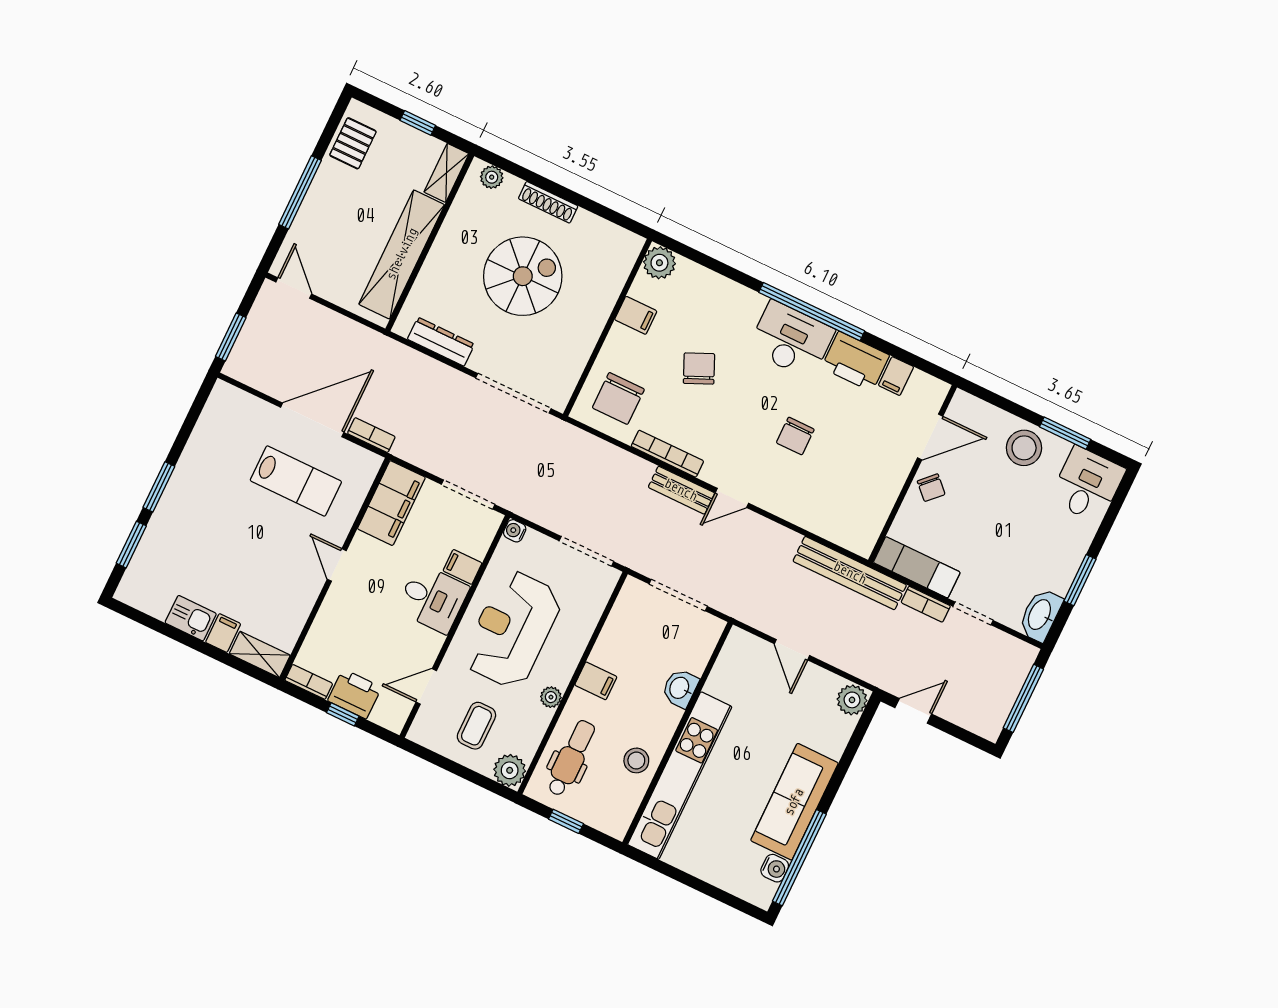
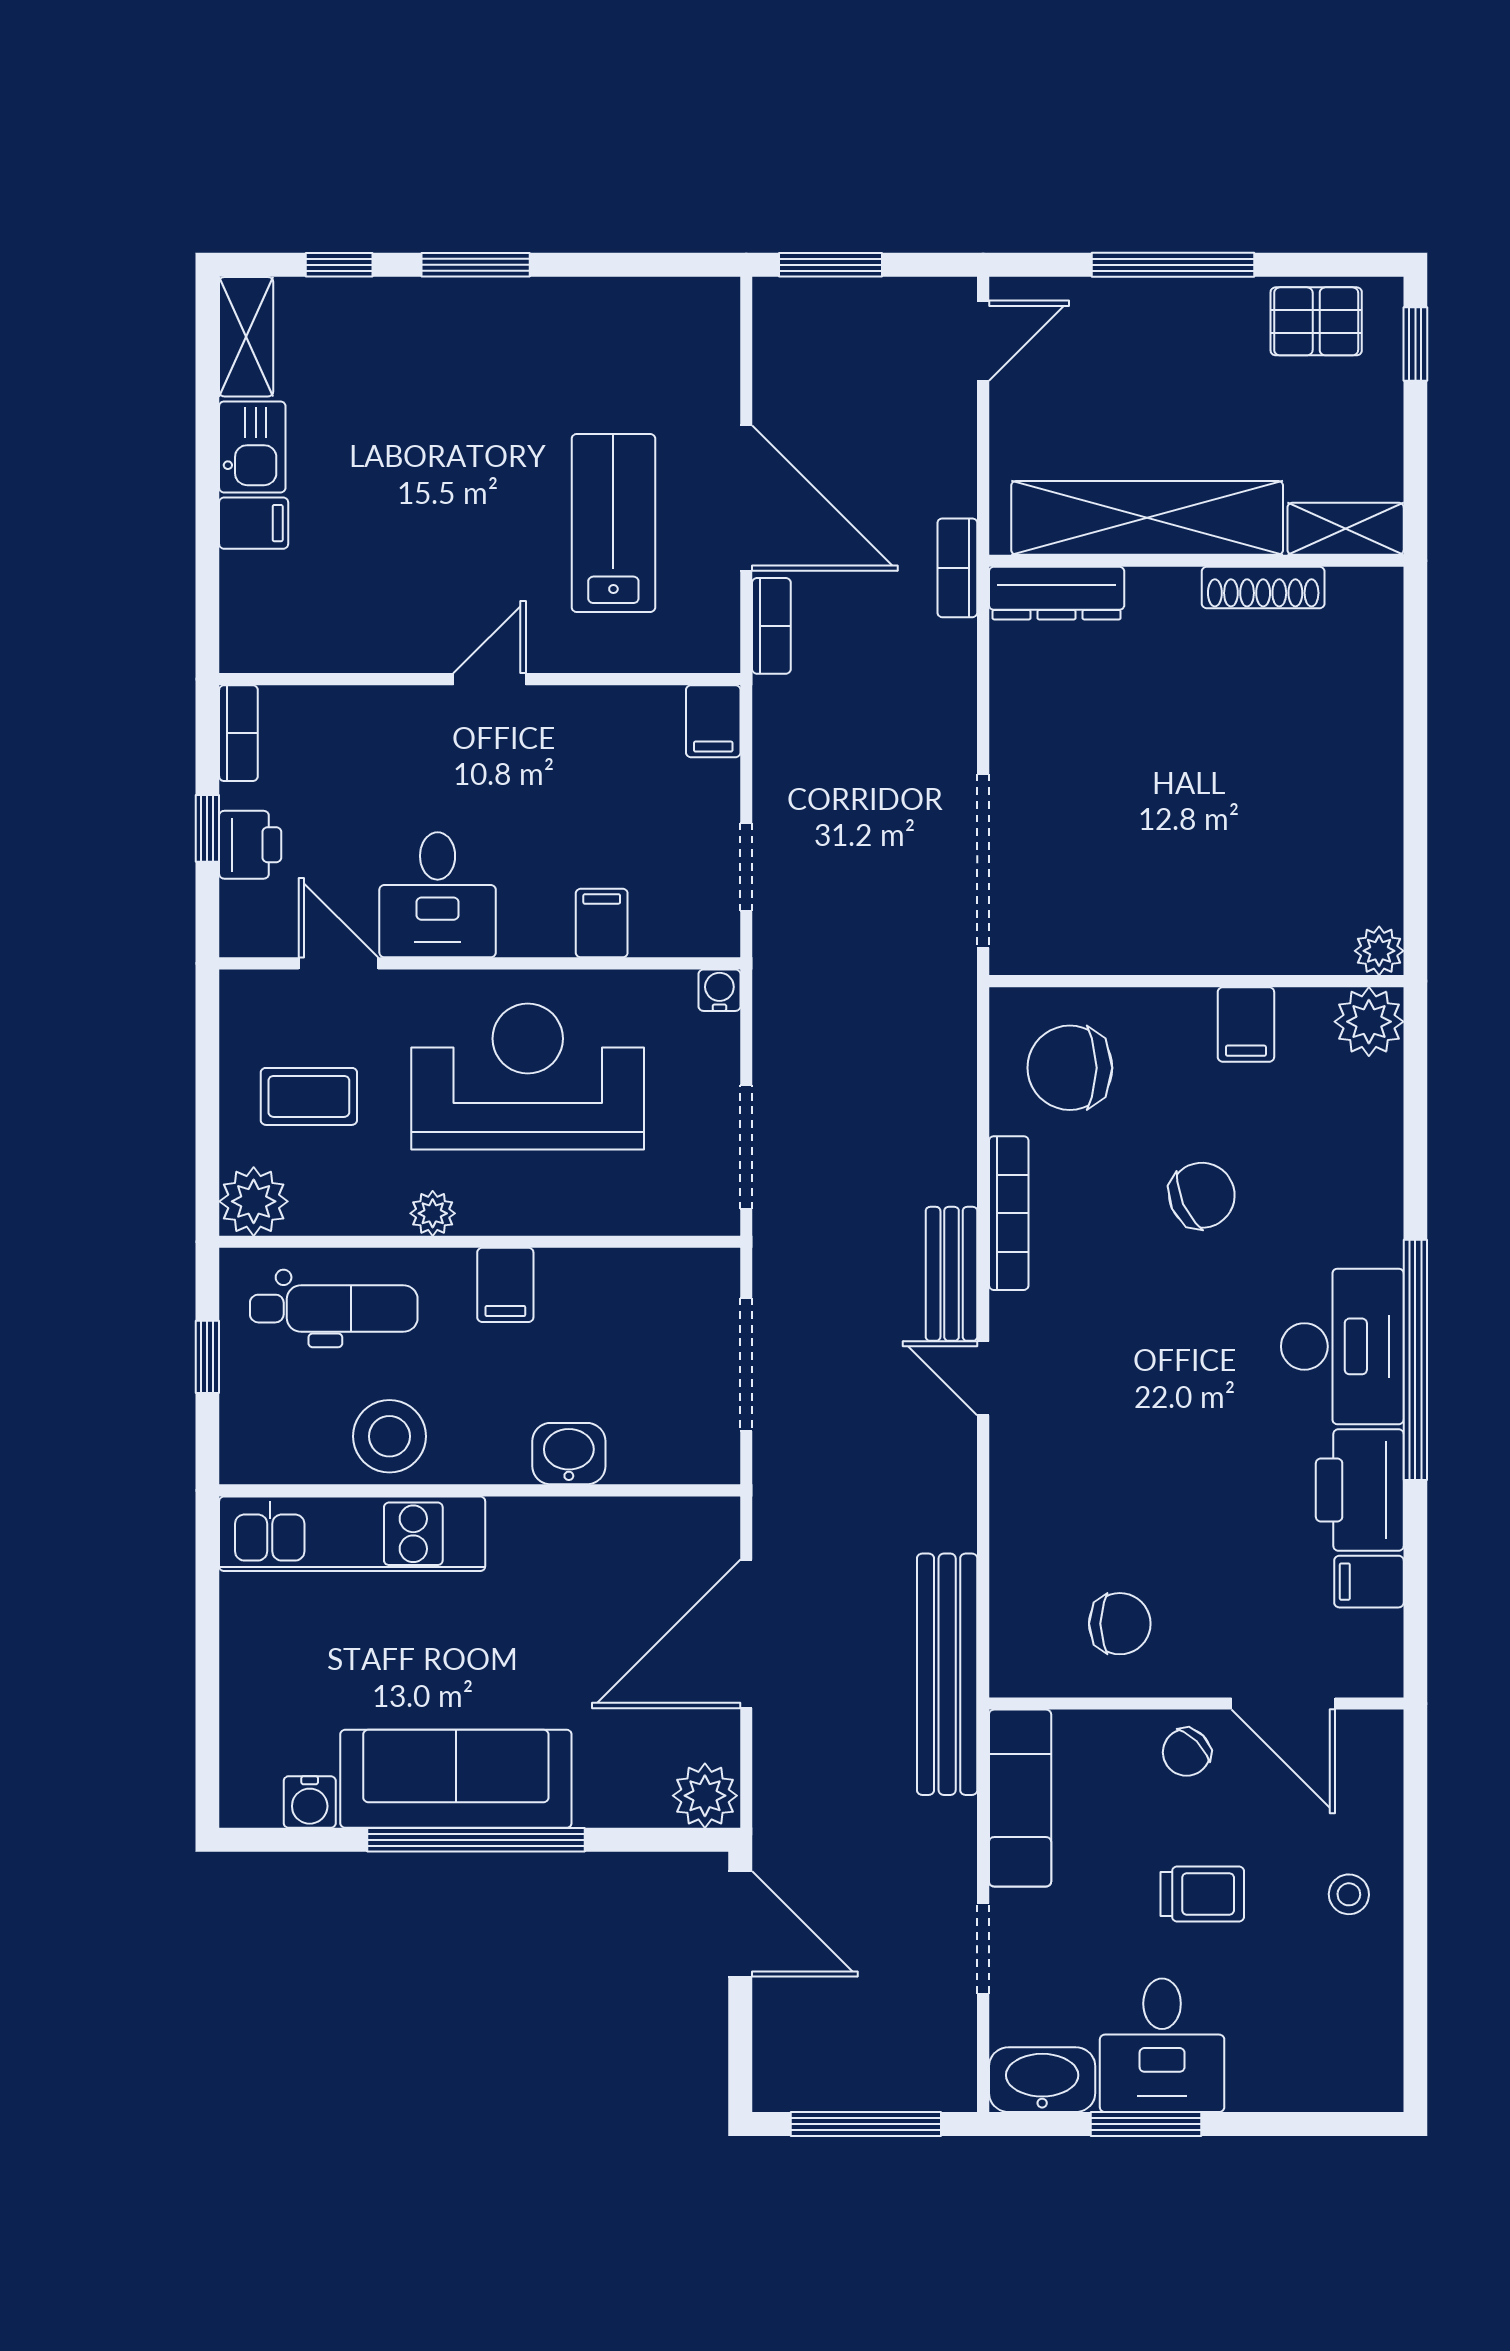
window: (418, 123) -> (1415, 344), moved
plant: (492, 177) -> (1379, 951), moved
shoe rack: (548, 202) -> (1263, 587), moved, turned -90
spiral stairs: (523, 276) -> (1217, 771), removed
dresser: (441, 342) -> (1057, 593), moved, turned 90
window: (1065, 433) -> (1415, 1960), removed
chair: (795, 436) -> (1120, 1624), moved, turned 180
stool: (1024, 448) -> (1349, 1894), width x0.53, depth x0.53
lab bench: (296, 481) -> (613, 523), turned 180
desk: (1087, 485) -> (1162, 2045), moved, turned 90
doorway: (468, 495) -> (746, 867), width x0.73
filing cabinet: (391, 503) -> (713, 721), width x0.33, depth x0.86
trolley: (994, 510) -> (1202, 1894), added
window: (131, 545) -> (339, 265), width x0.67
desk: (433, 599) -> (438, 895), moved
bookcase: (926, 604) -> (957, 568), moved
door: (792, 650) -> (746, 1634), width x1.88
shelving: (260, 654) -> (246, 337), moved
printer: (355, 694) -> (250, 845), width x0.73, depth x0.81
door: (913, 711) -> (740, 1924), width x1.38
stool: (636, 760) -> (389, 1436), width x1.38, depth x1.38
kitchen unit: (680, 776) -> (352, 1534), width x0.73
window: (799, 858) -> (476, 1840), moved

